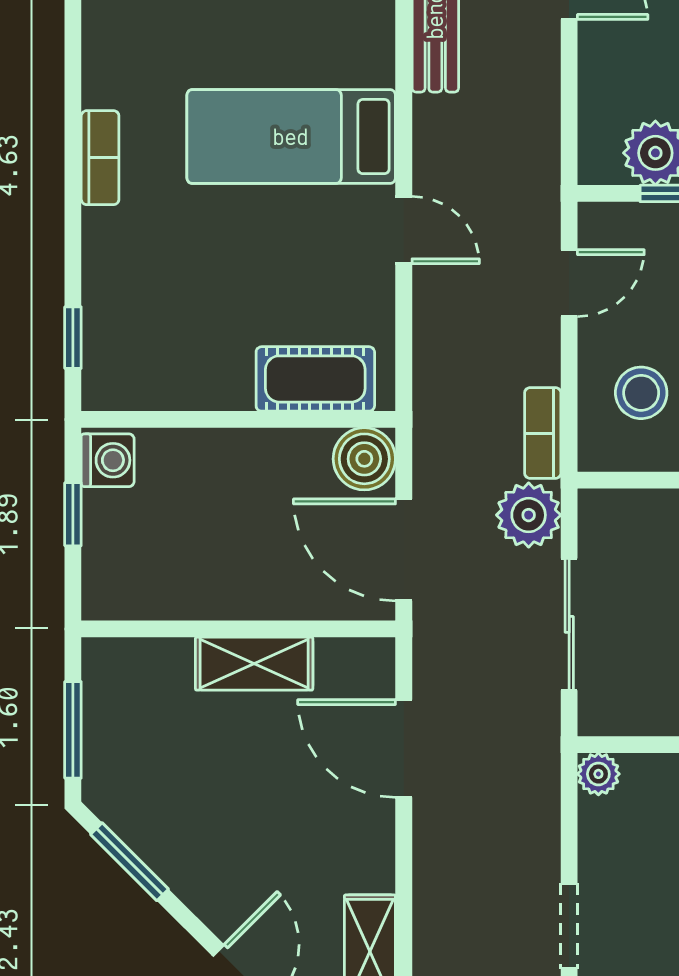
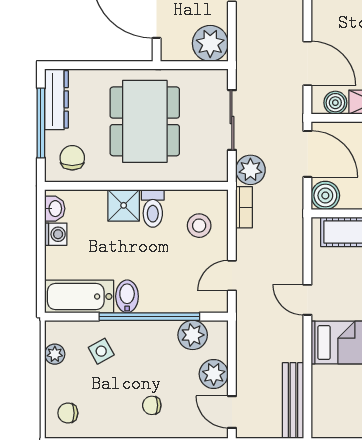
plant: (609, 67) -> (214, 374), added
boiler: (342, 662) -> (335, 103), added
plant: (598, 774) -> (210, 43), width x1.88, depth x1.88

